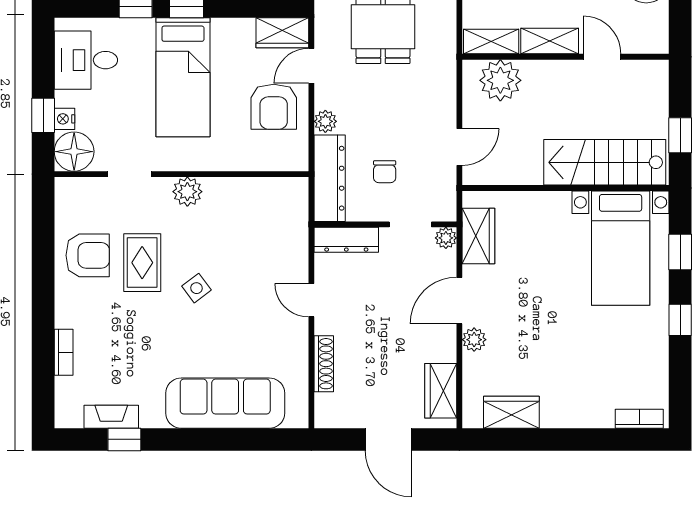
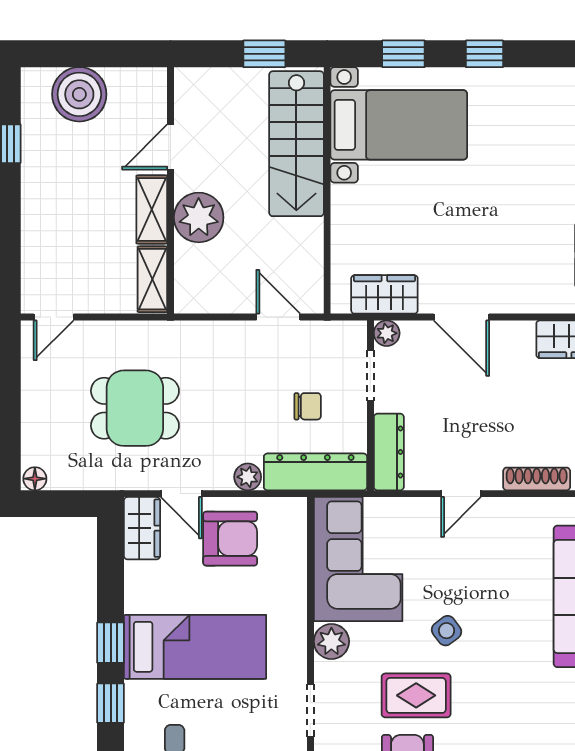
plant: (500, 80) -> (199, 217), moved
corner sofa: (256, 214) -> (358, 559), added
plant: (474, 340) -> (508, 300), removed

